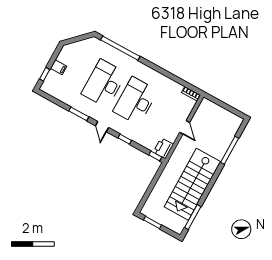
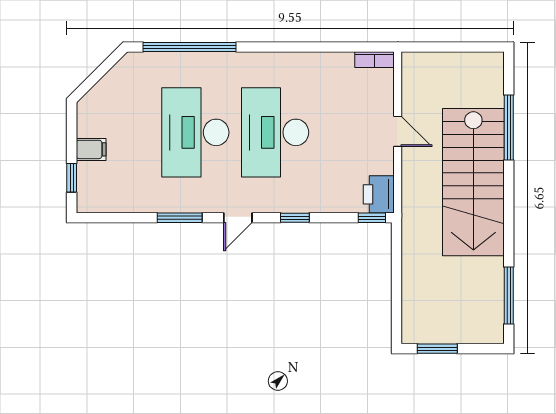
door: (102, 127) -> (238, 218), hinge flipped
stairs: (192, 184) -> (473, 182), moved

